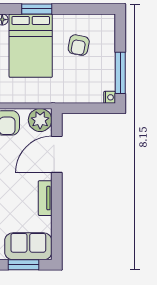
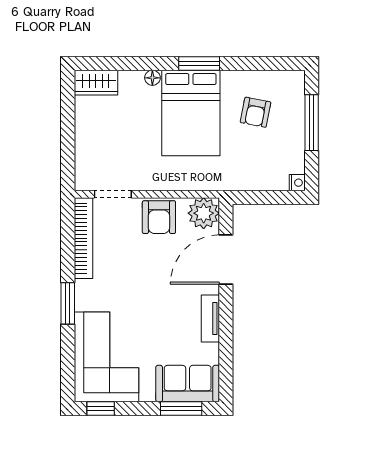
window: (120, 73) -> (312, 123), moved

